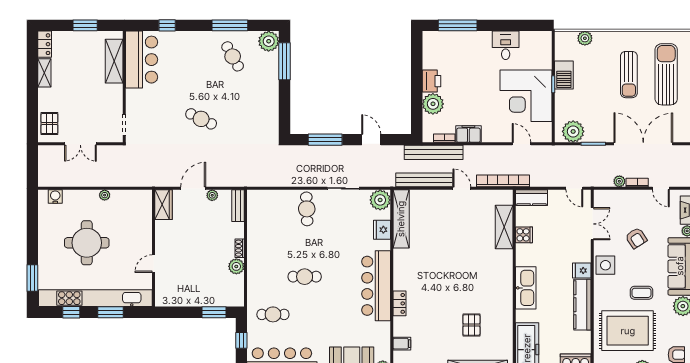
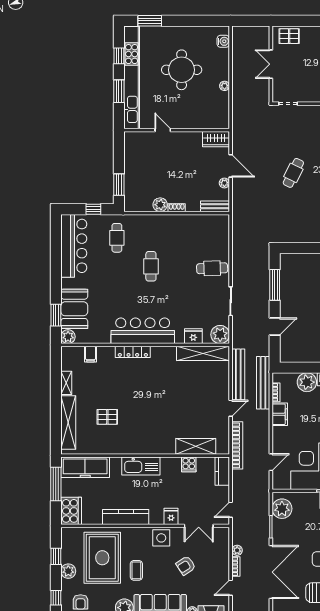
fridge: (582, 270) -> (171, 516), moved
locker: (400, 303) -> (133, 352), width x1.53

